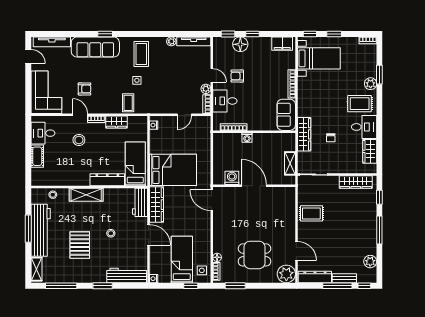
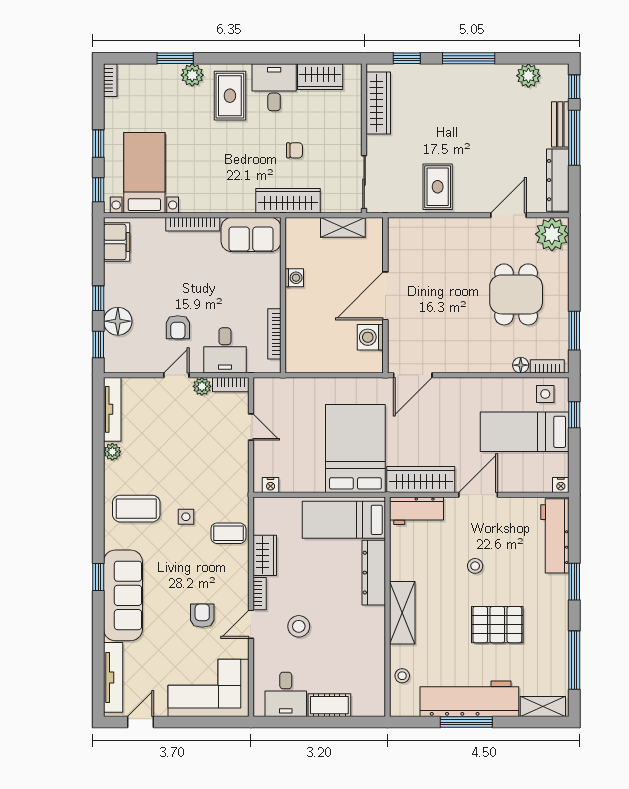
washing machine: (247, 138) -> (294, 278), moved

